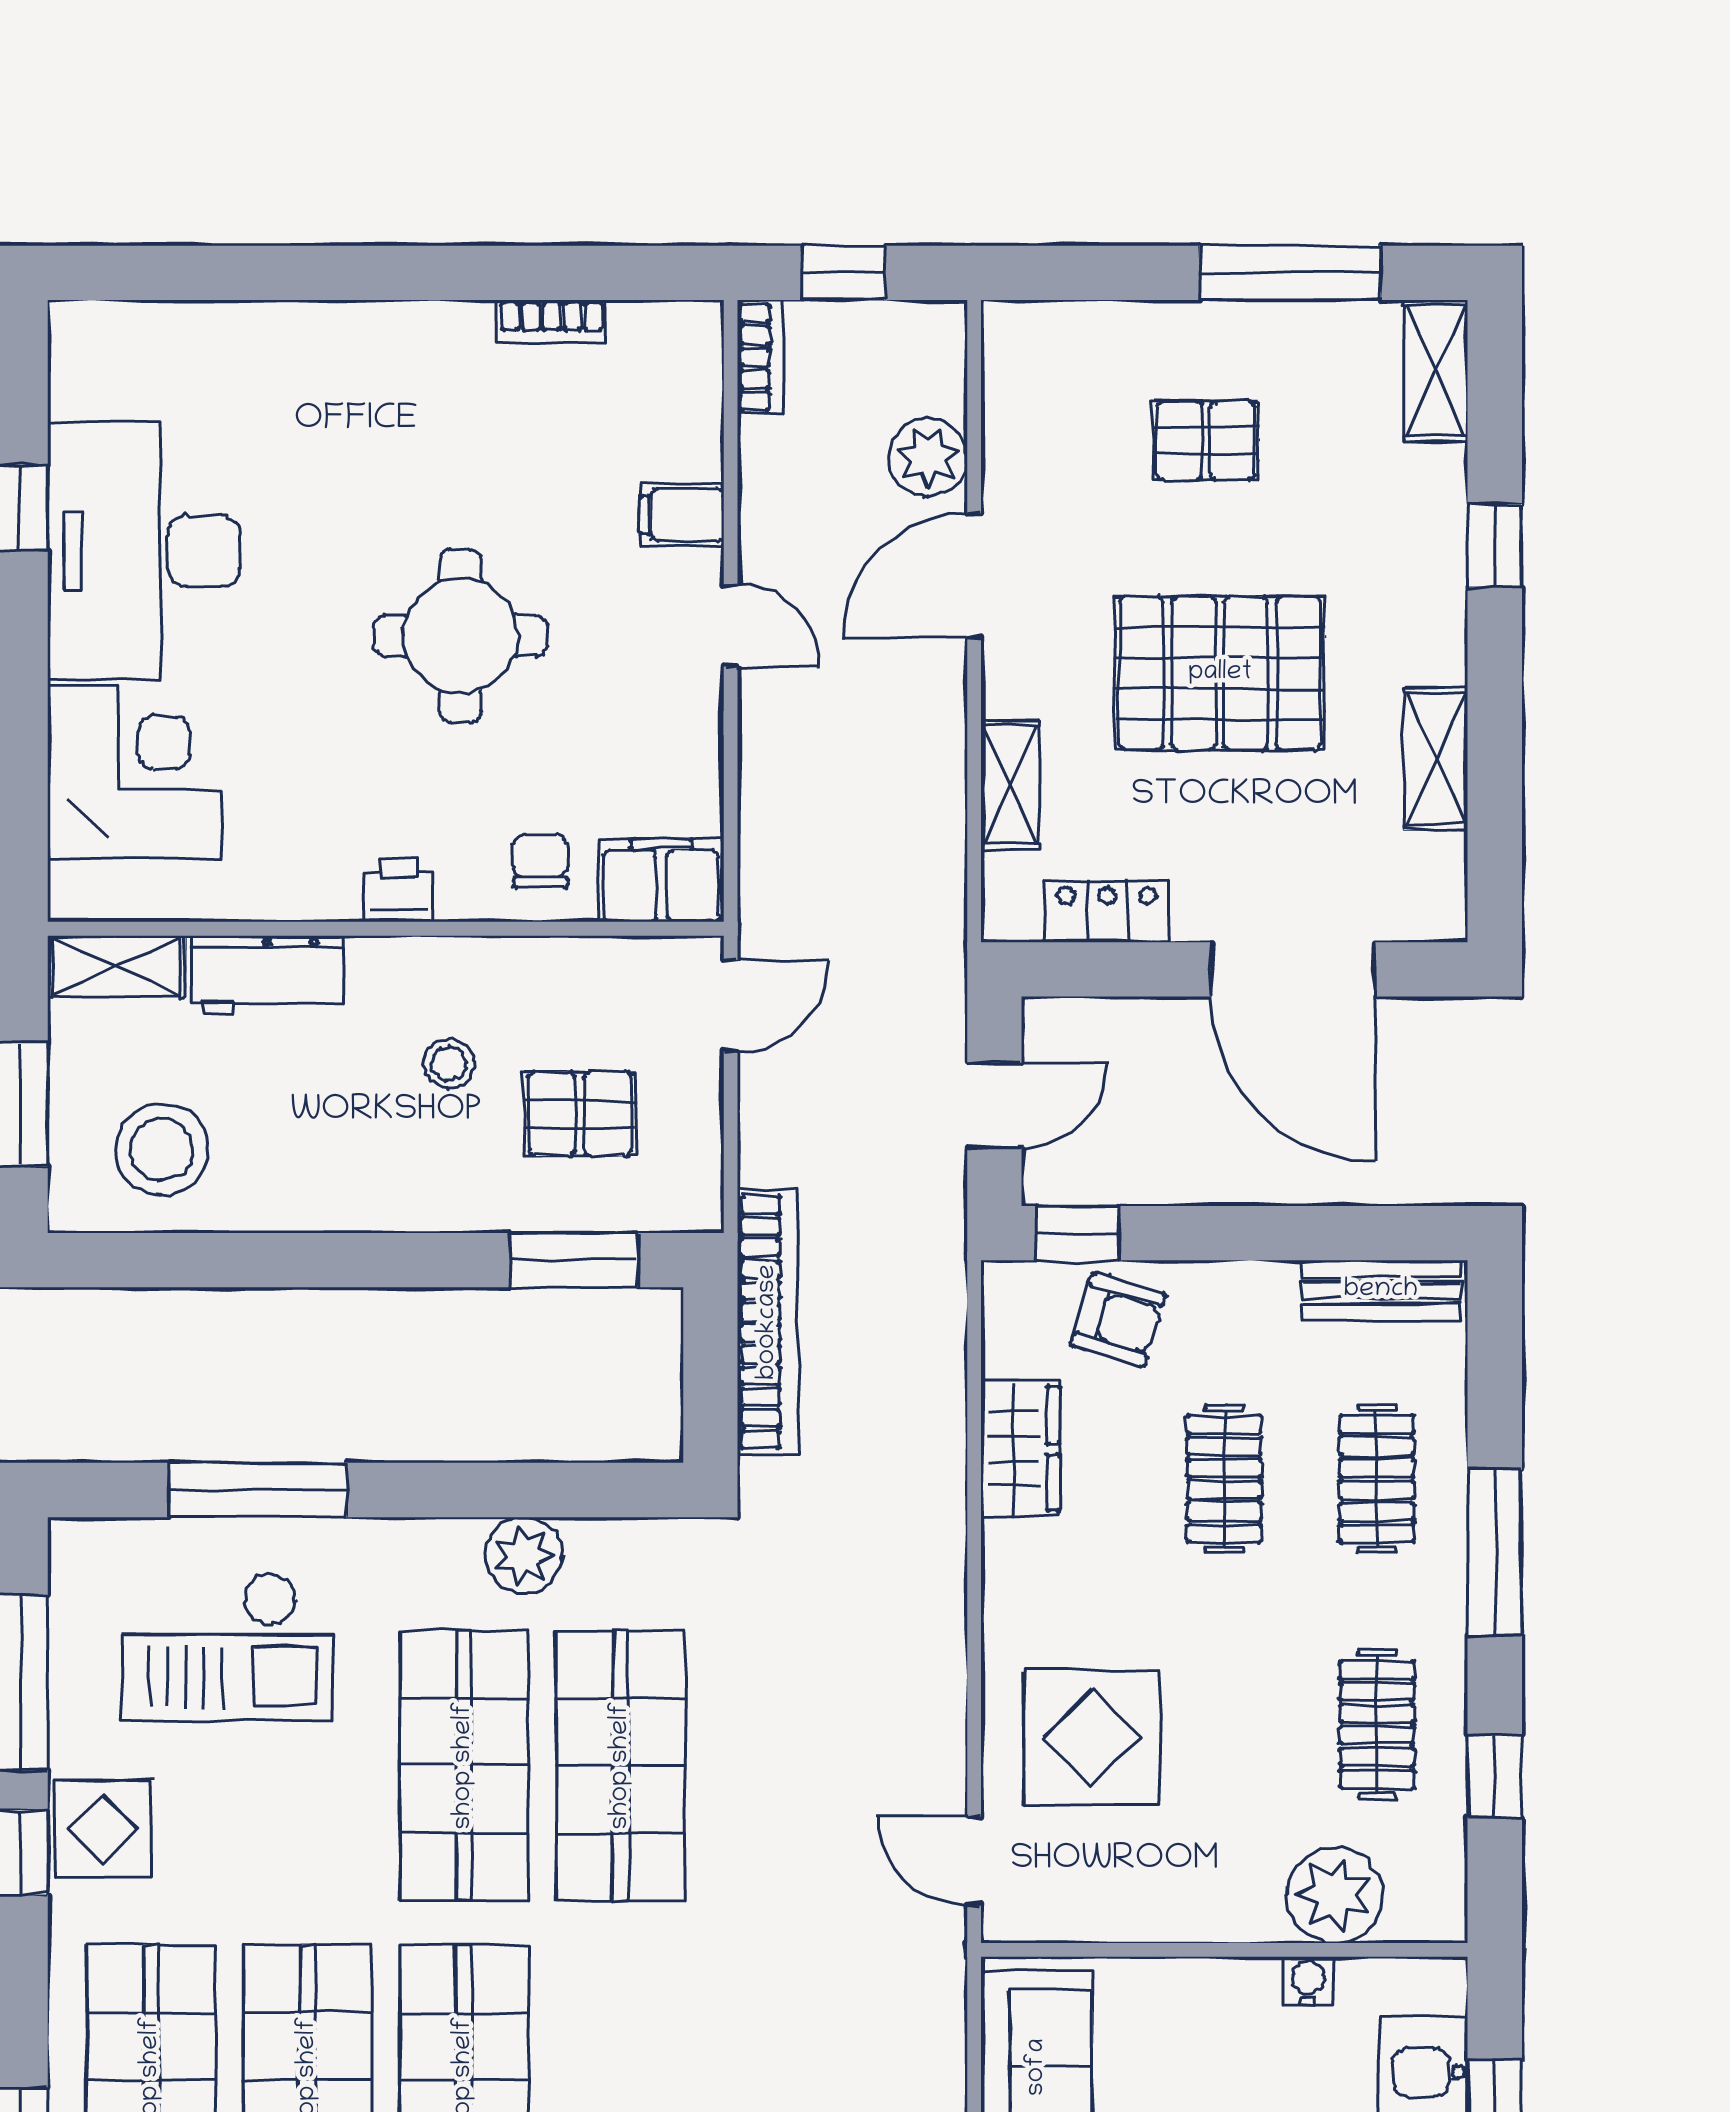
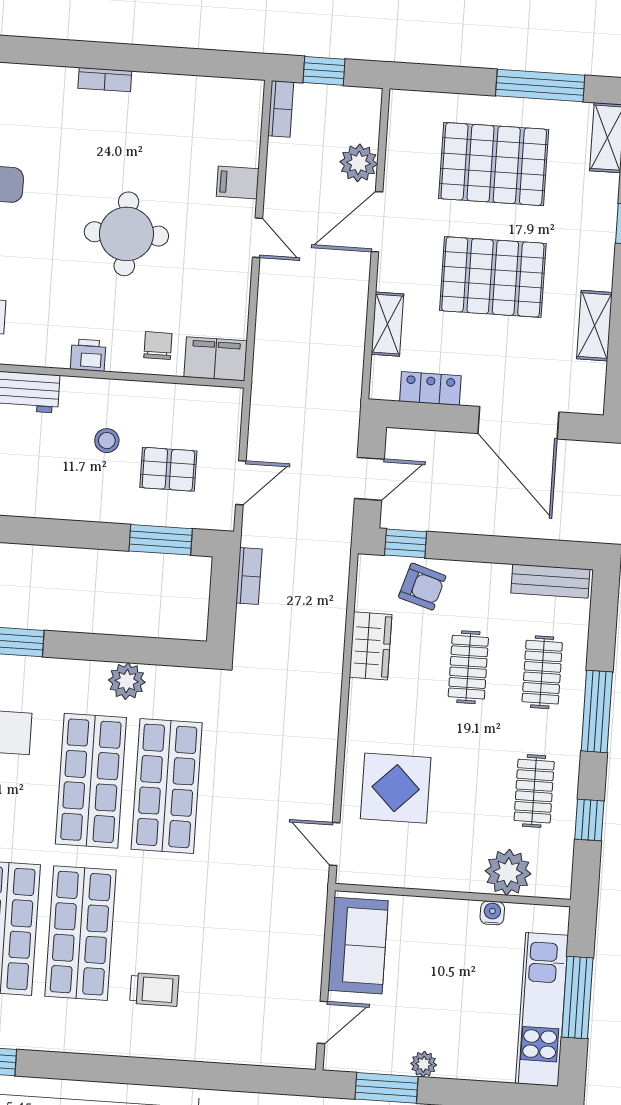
bookcase: (552, 322) -> (105, 80), moved
pallet: (1206, 441) -> (494, 164), width x2.05, depth x2.00
door: (731, 1006) -> (241, 483), moved
bookcase: (768, 1322) -> (249, 576), width x0.43, depth x0.76

